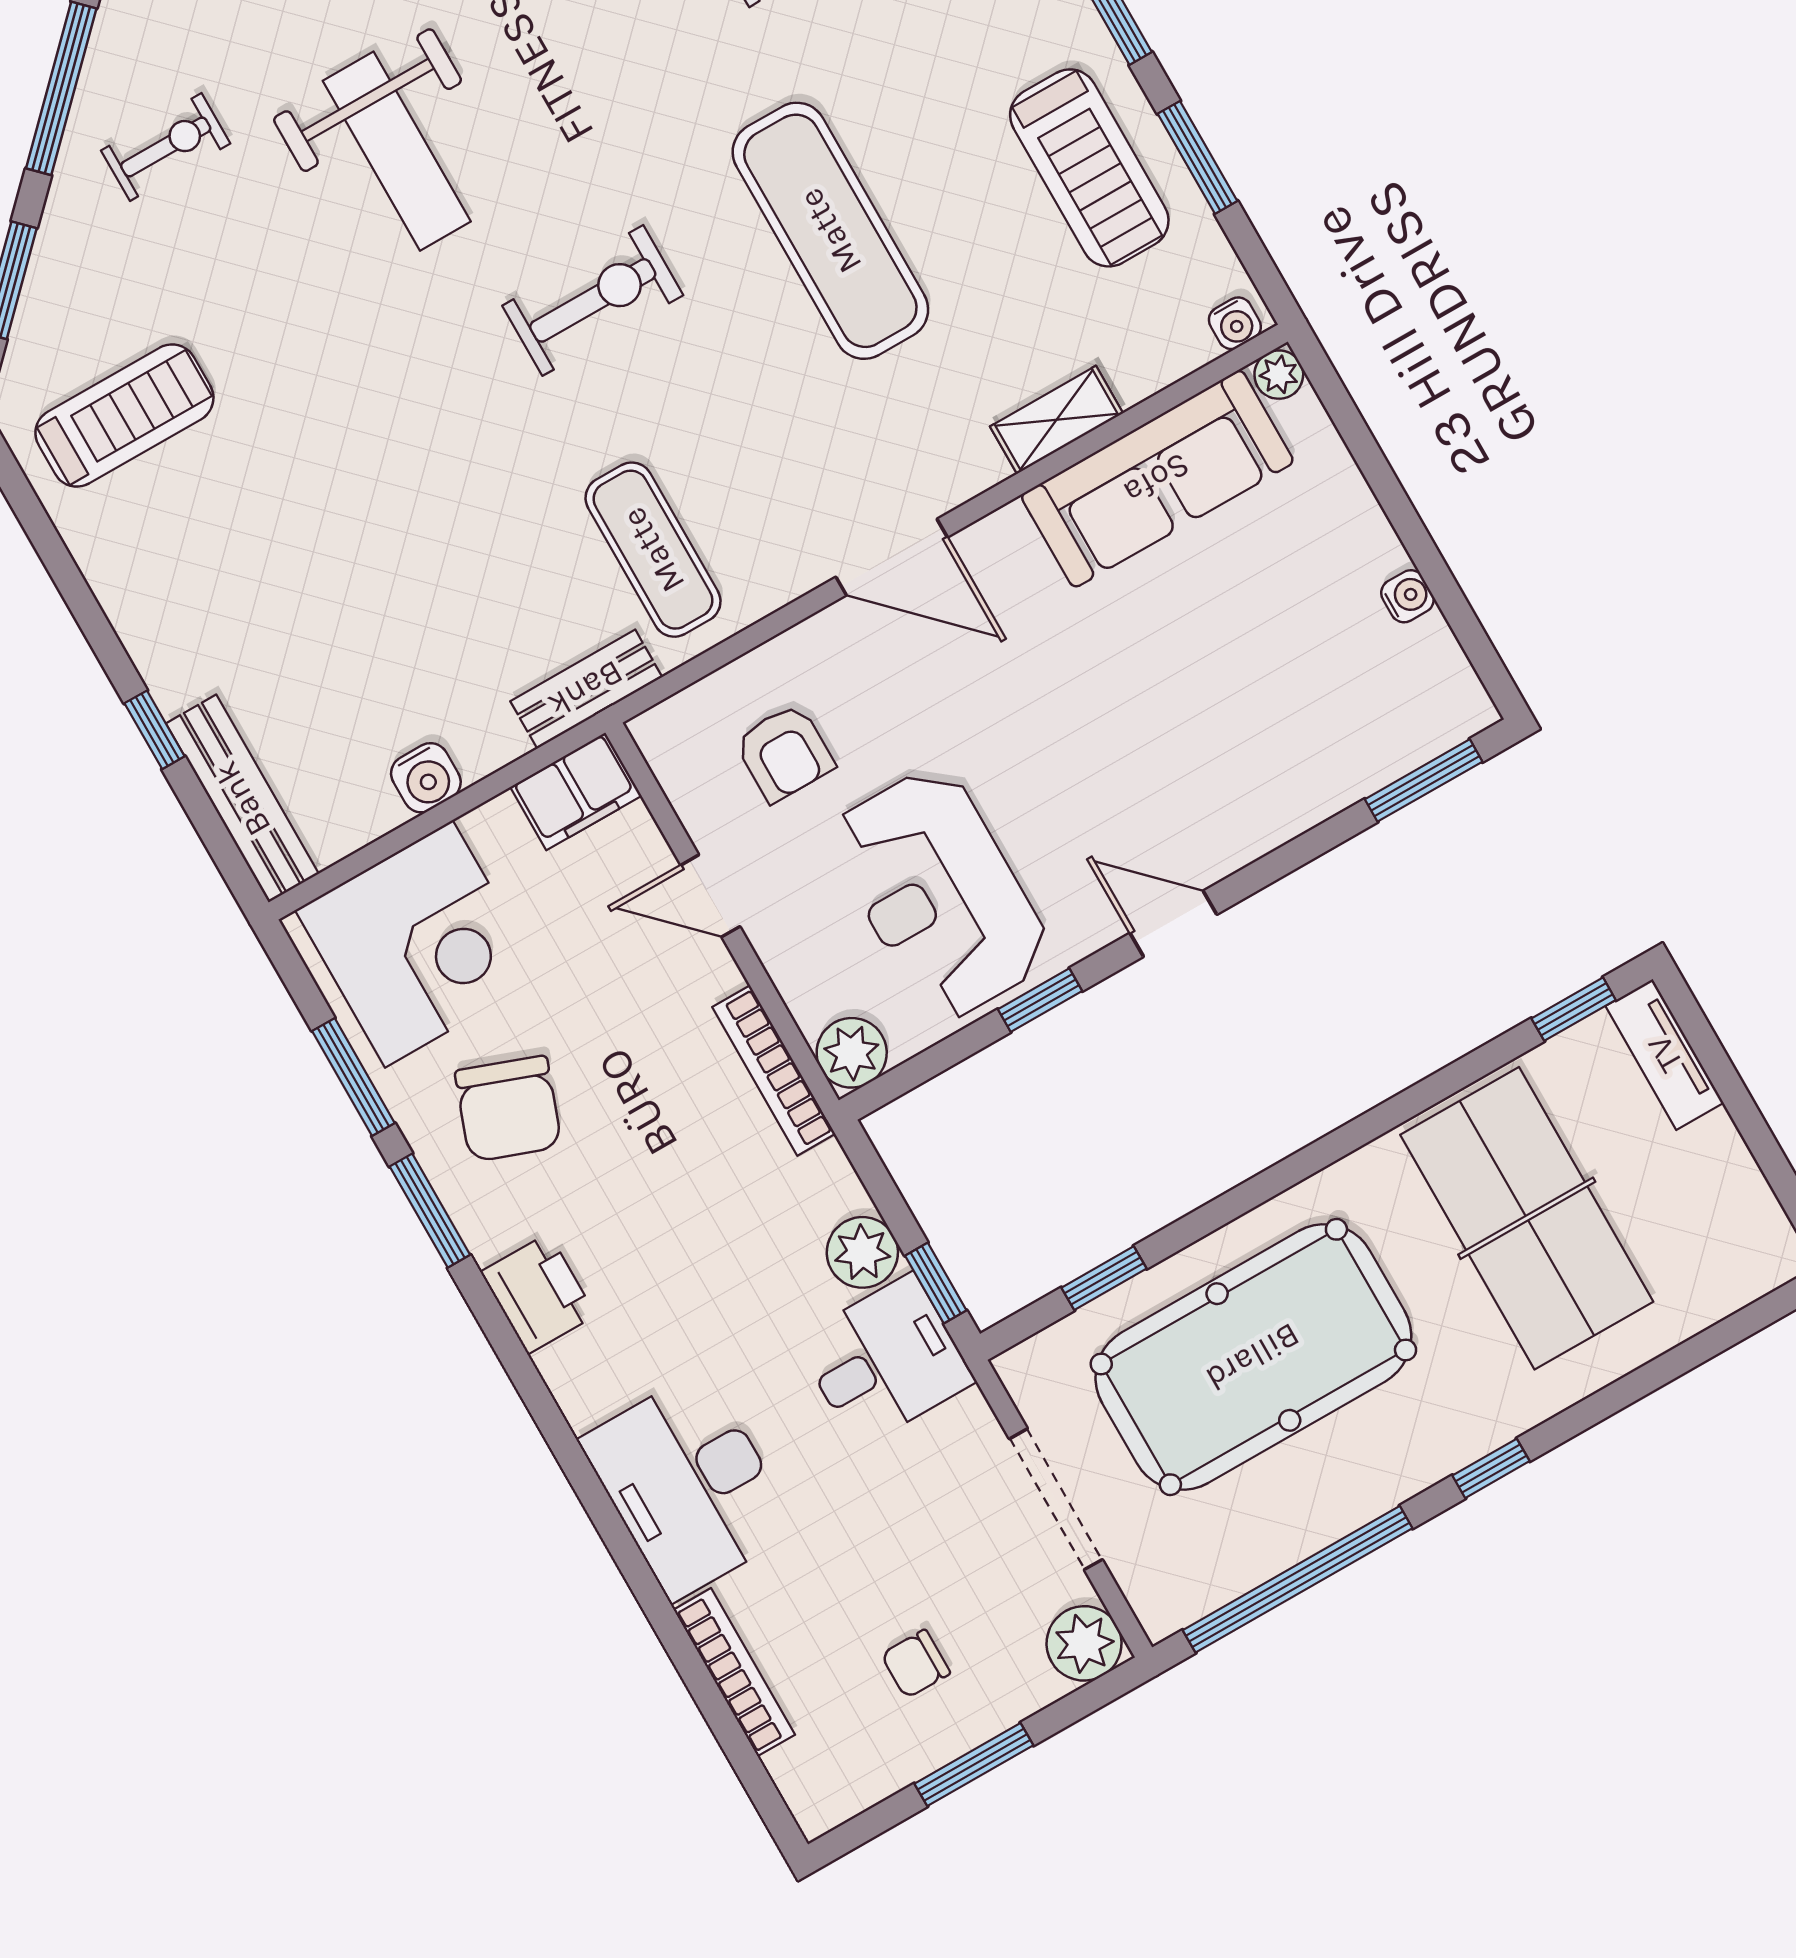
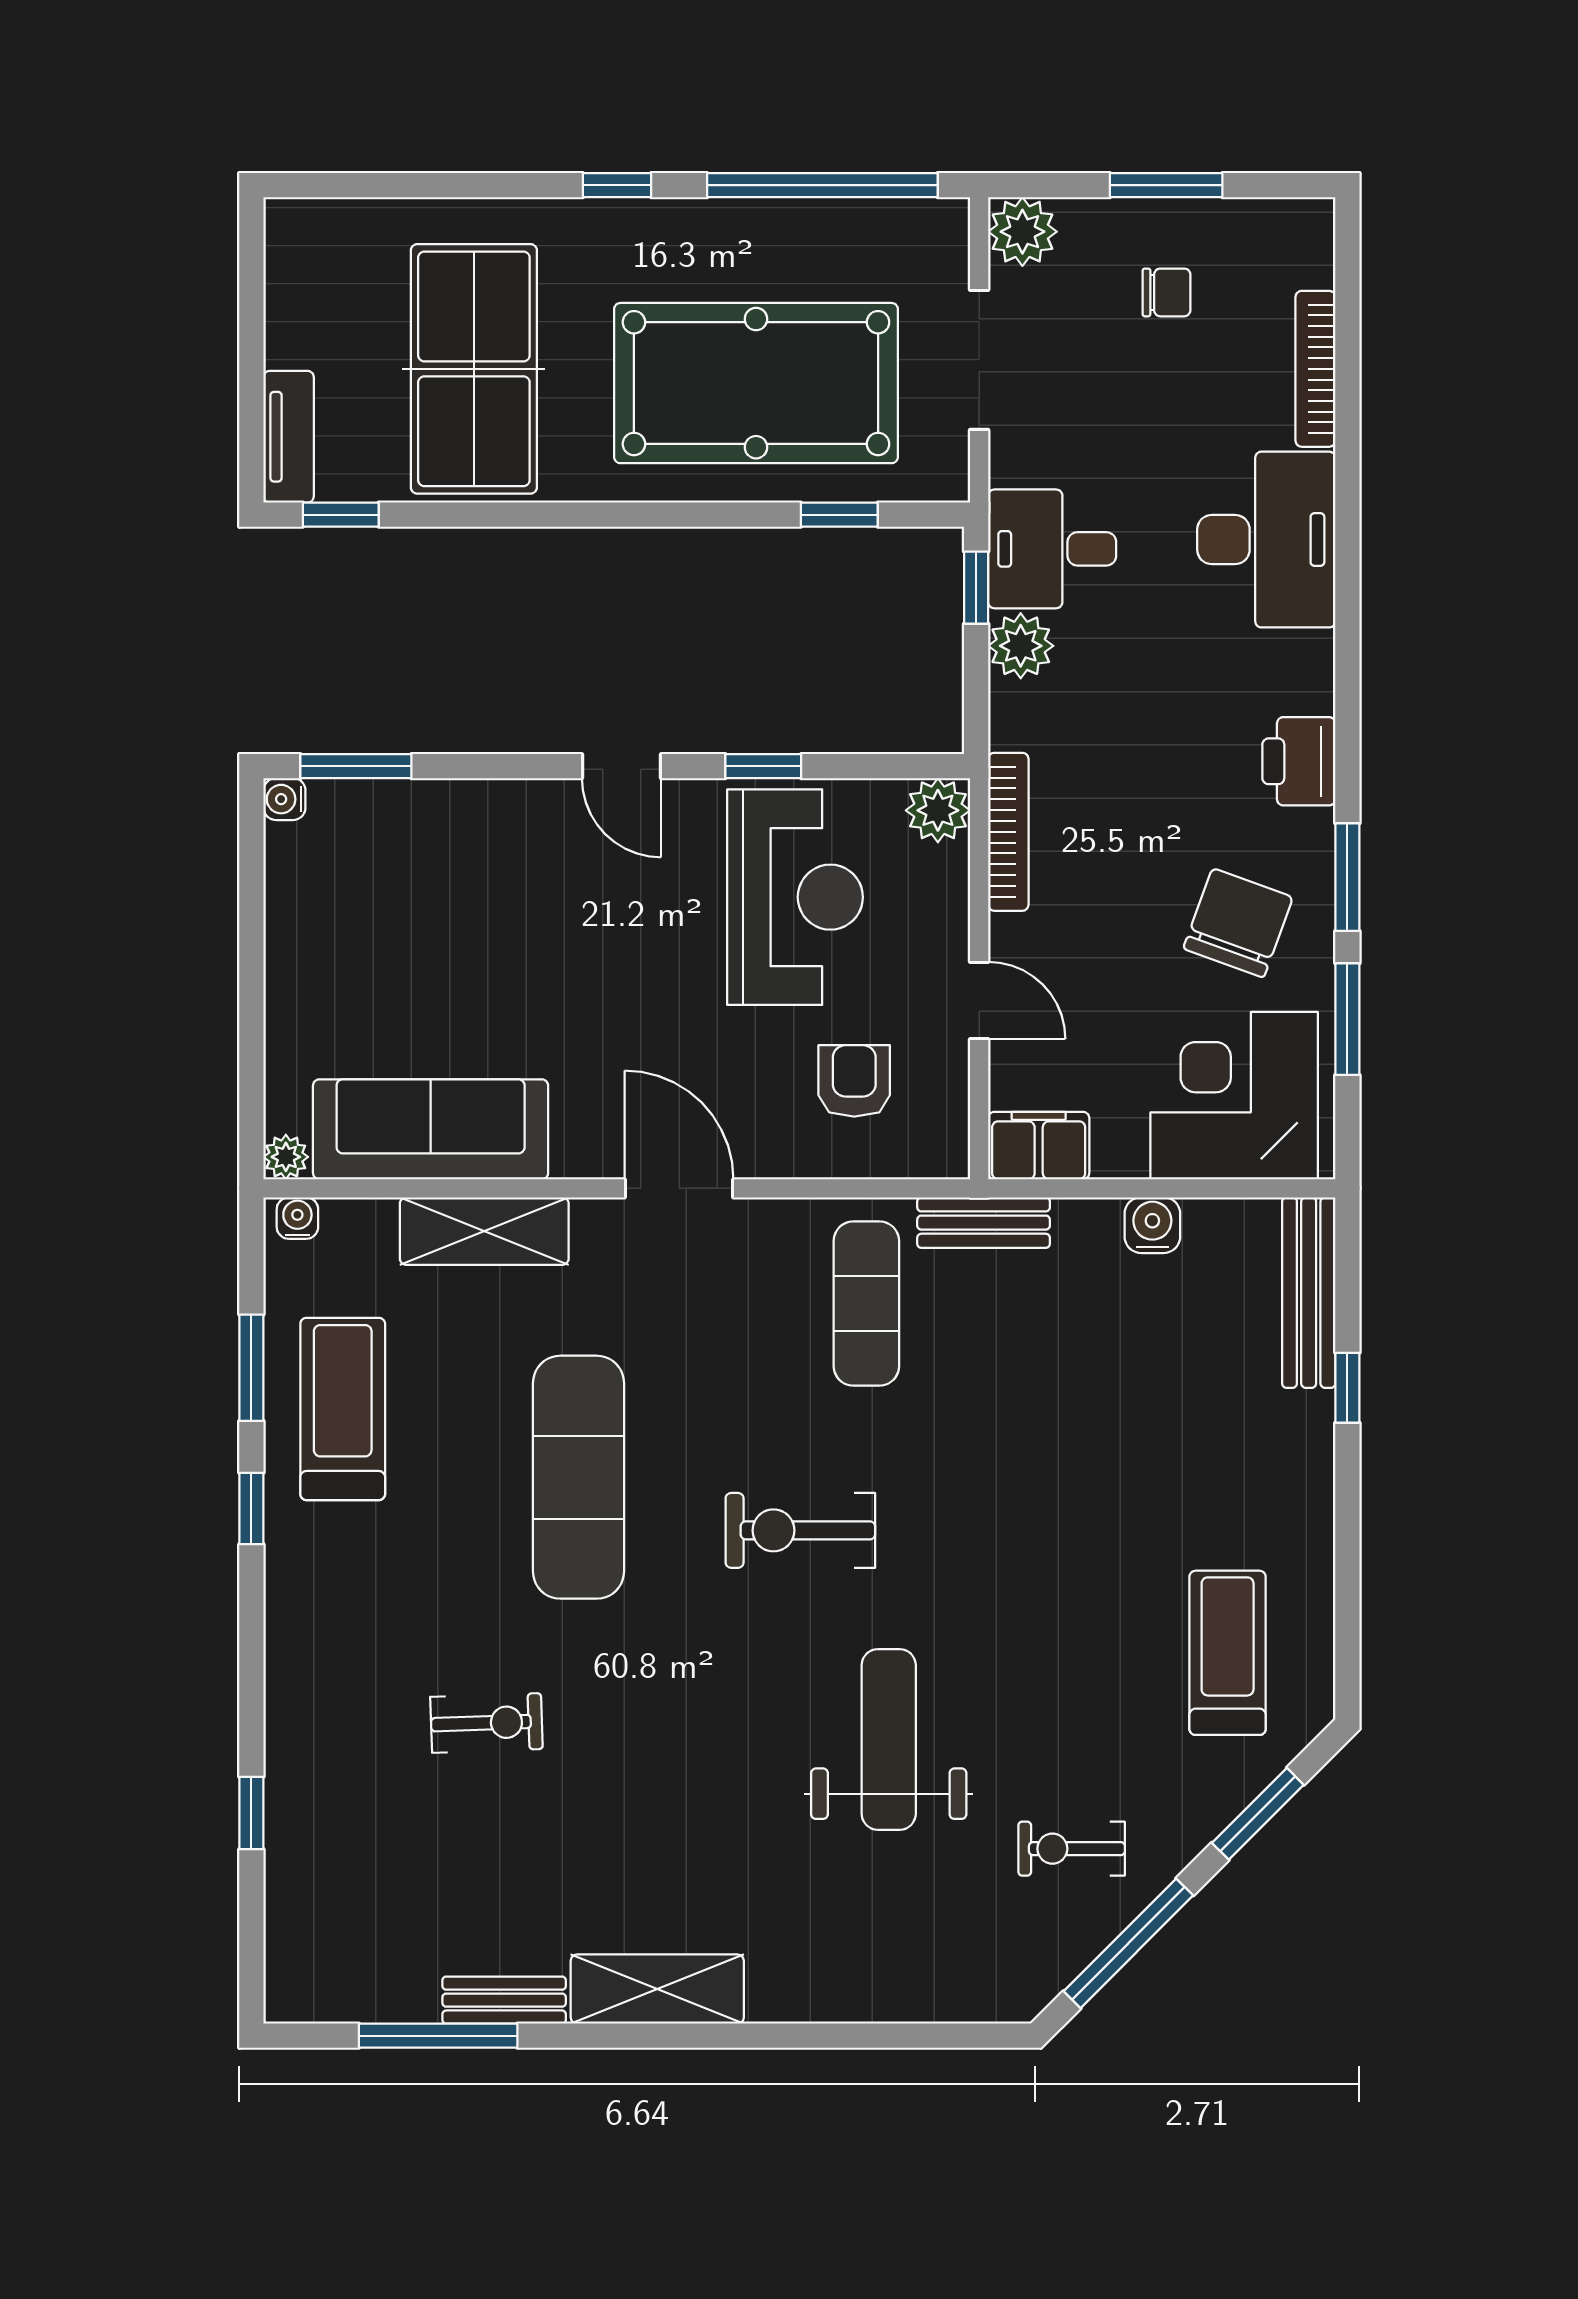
treadmill: (124, 416) -> (1228, 1653), turned 90
shelving: (1057, 420) -> (484, 1231), width x1.50, depth x1.33
water cooler: (1407, 596) -> (284, 799), moved

